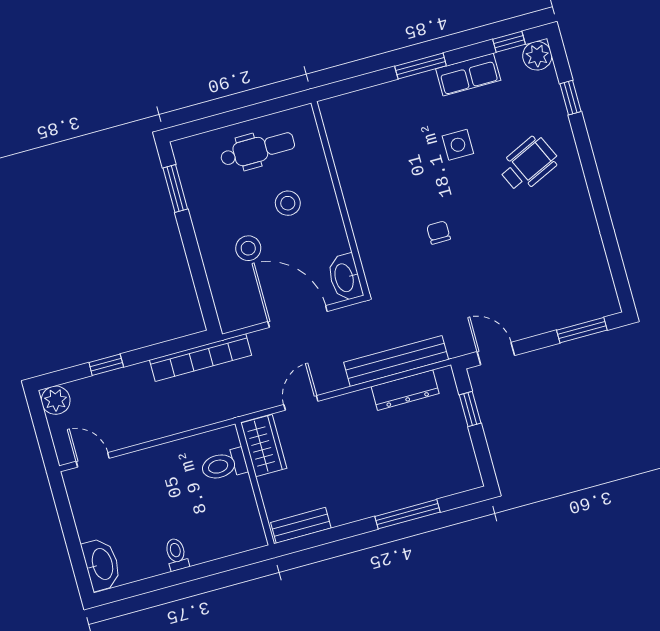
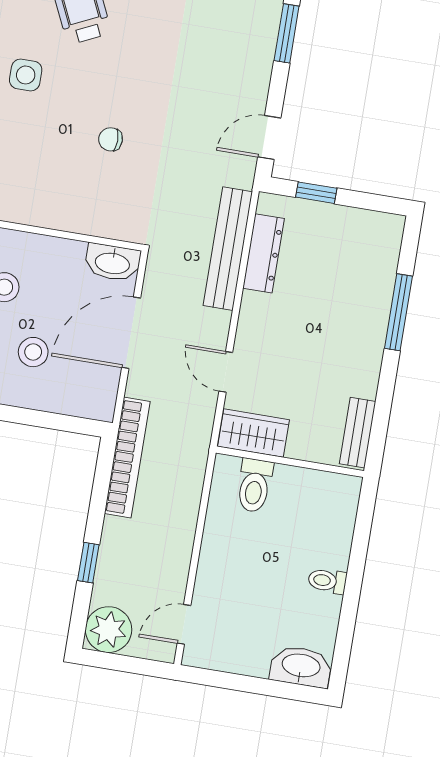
plant: (56, 400) -> (109, 630), width x1.36, depth x1.36

